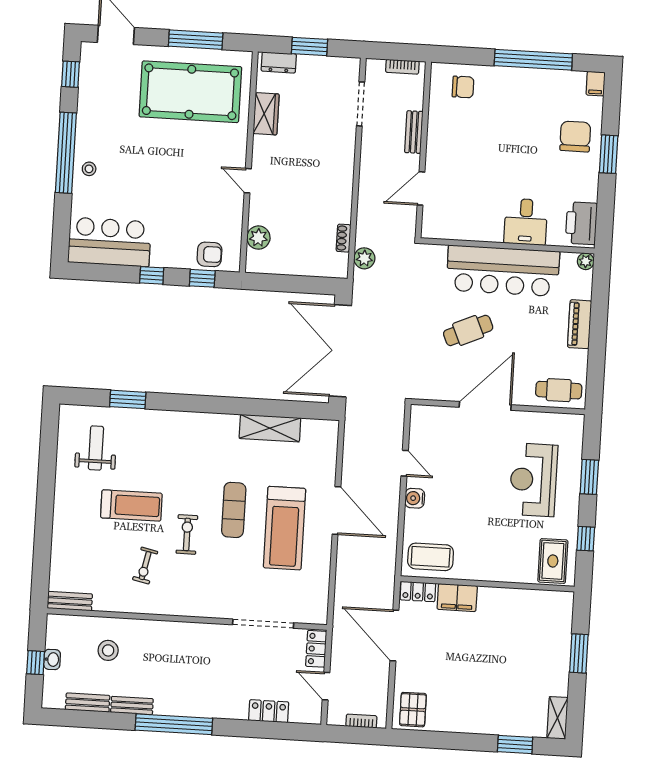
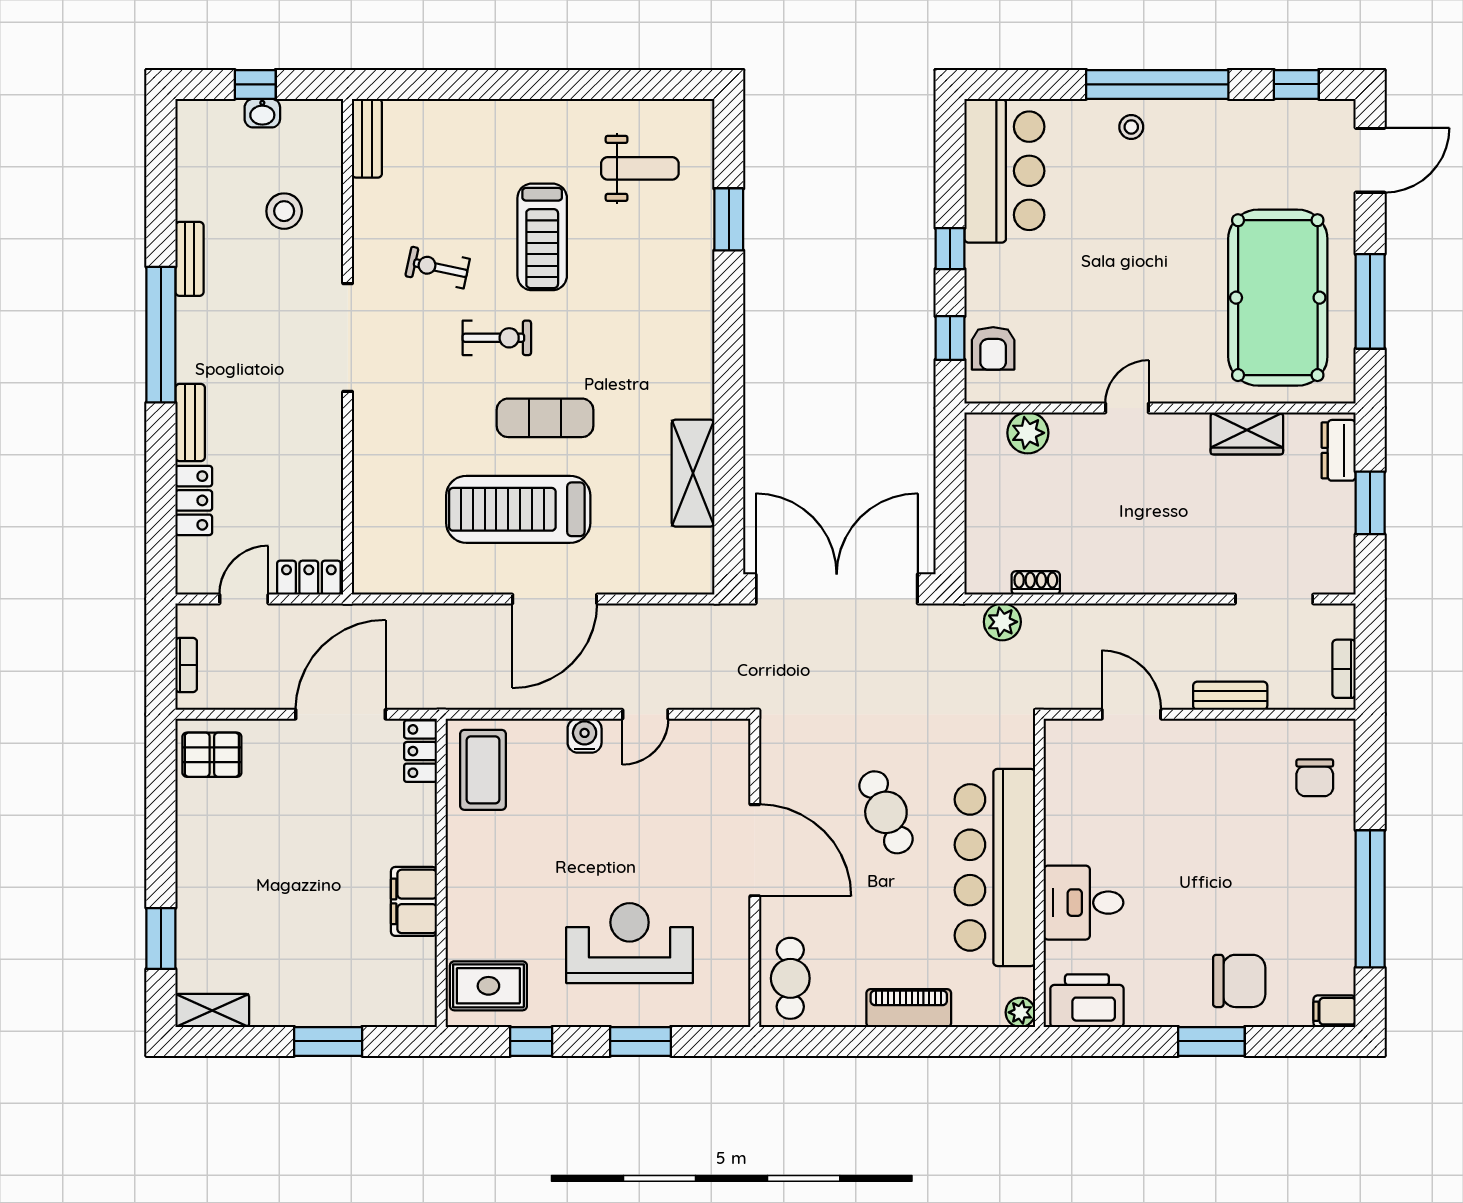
filing cabinet: (457, 598) -> (414, 901), moved
doorway: (263, 624) -> (348, 338), moved
bench: (88, 703) -> (190, 422), moved

